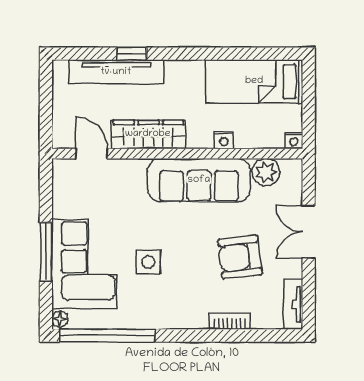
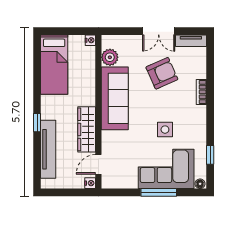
window: (132, 54) -> (37, 123), moved
nightstand: (224, 140) -> (90, 183), moved
double door: (309, 232) -> (159, 31), moved
armchair: (240, 257) -> (162, 73), turned -107
bookcase: (230, 321) -> (201, 92), moved
window: (107, 336) -> (210, 155), width x0.32

